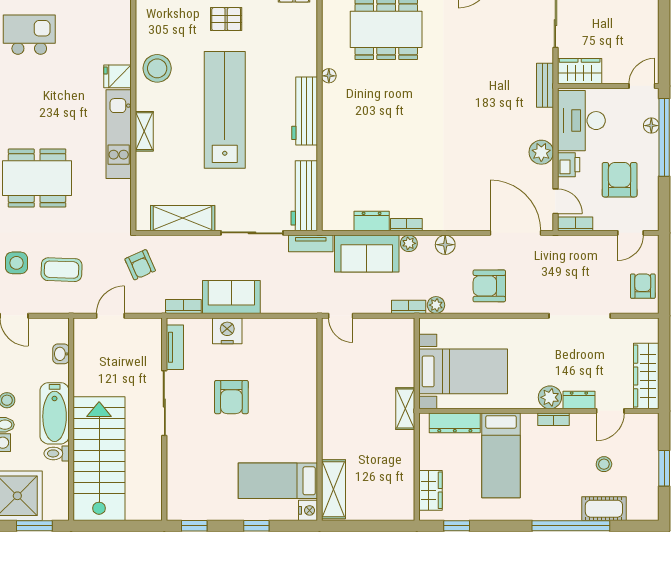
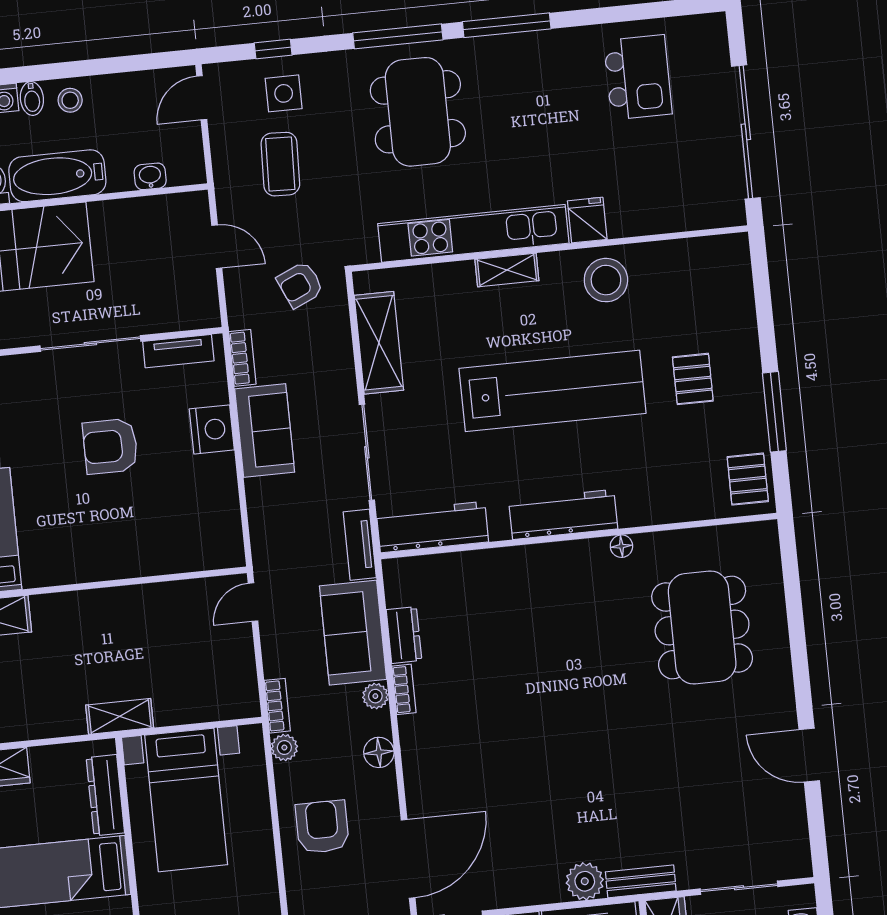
kitchen unit: (119, 134) -> (473, 233), width x1.36
plant: (541, 152) -> (585, 881), moved

